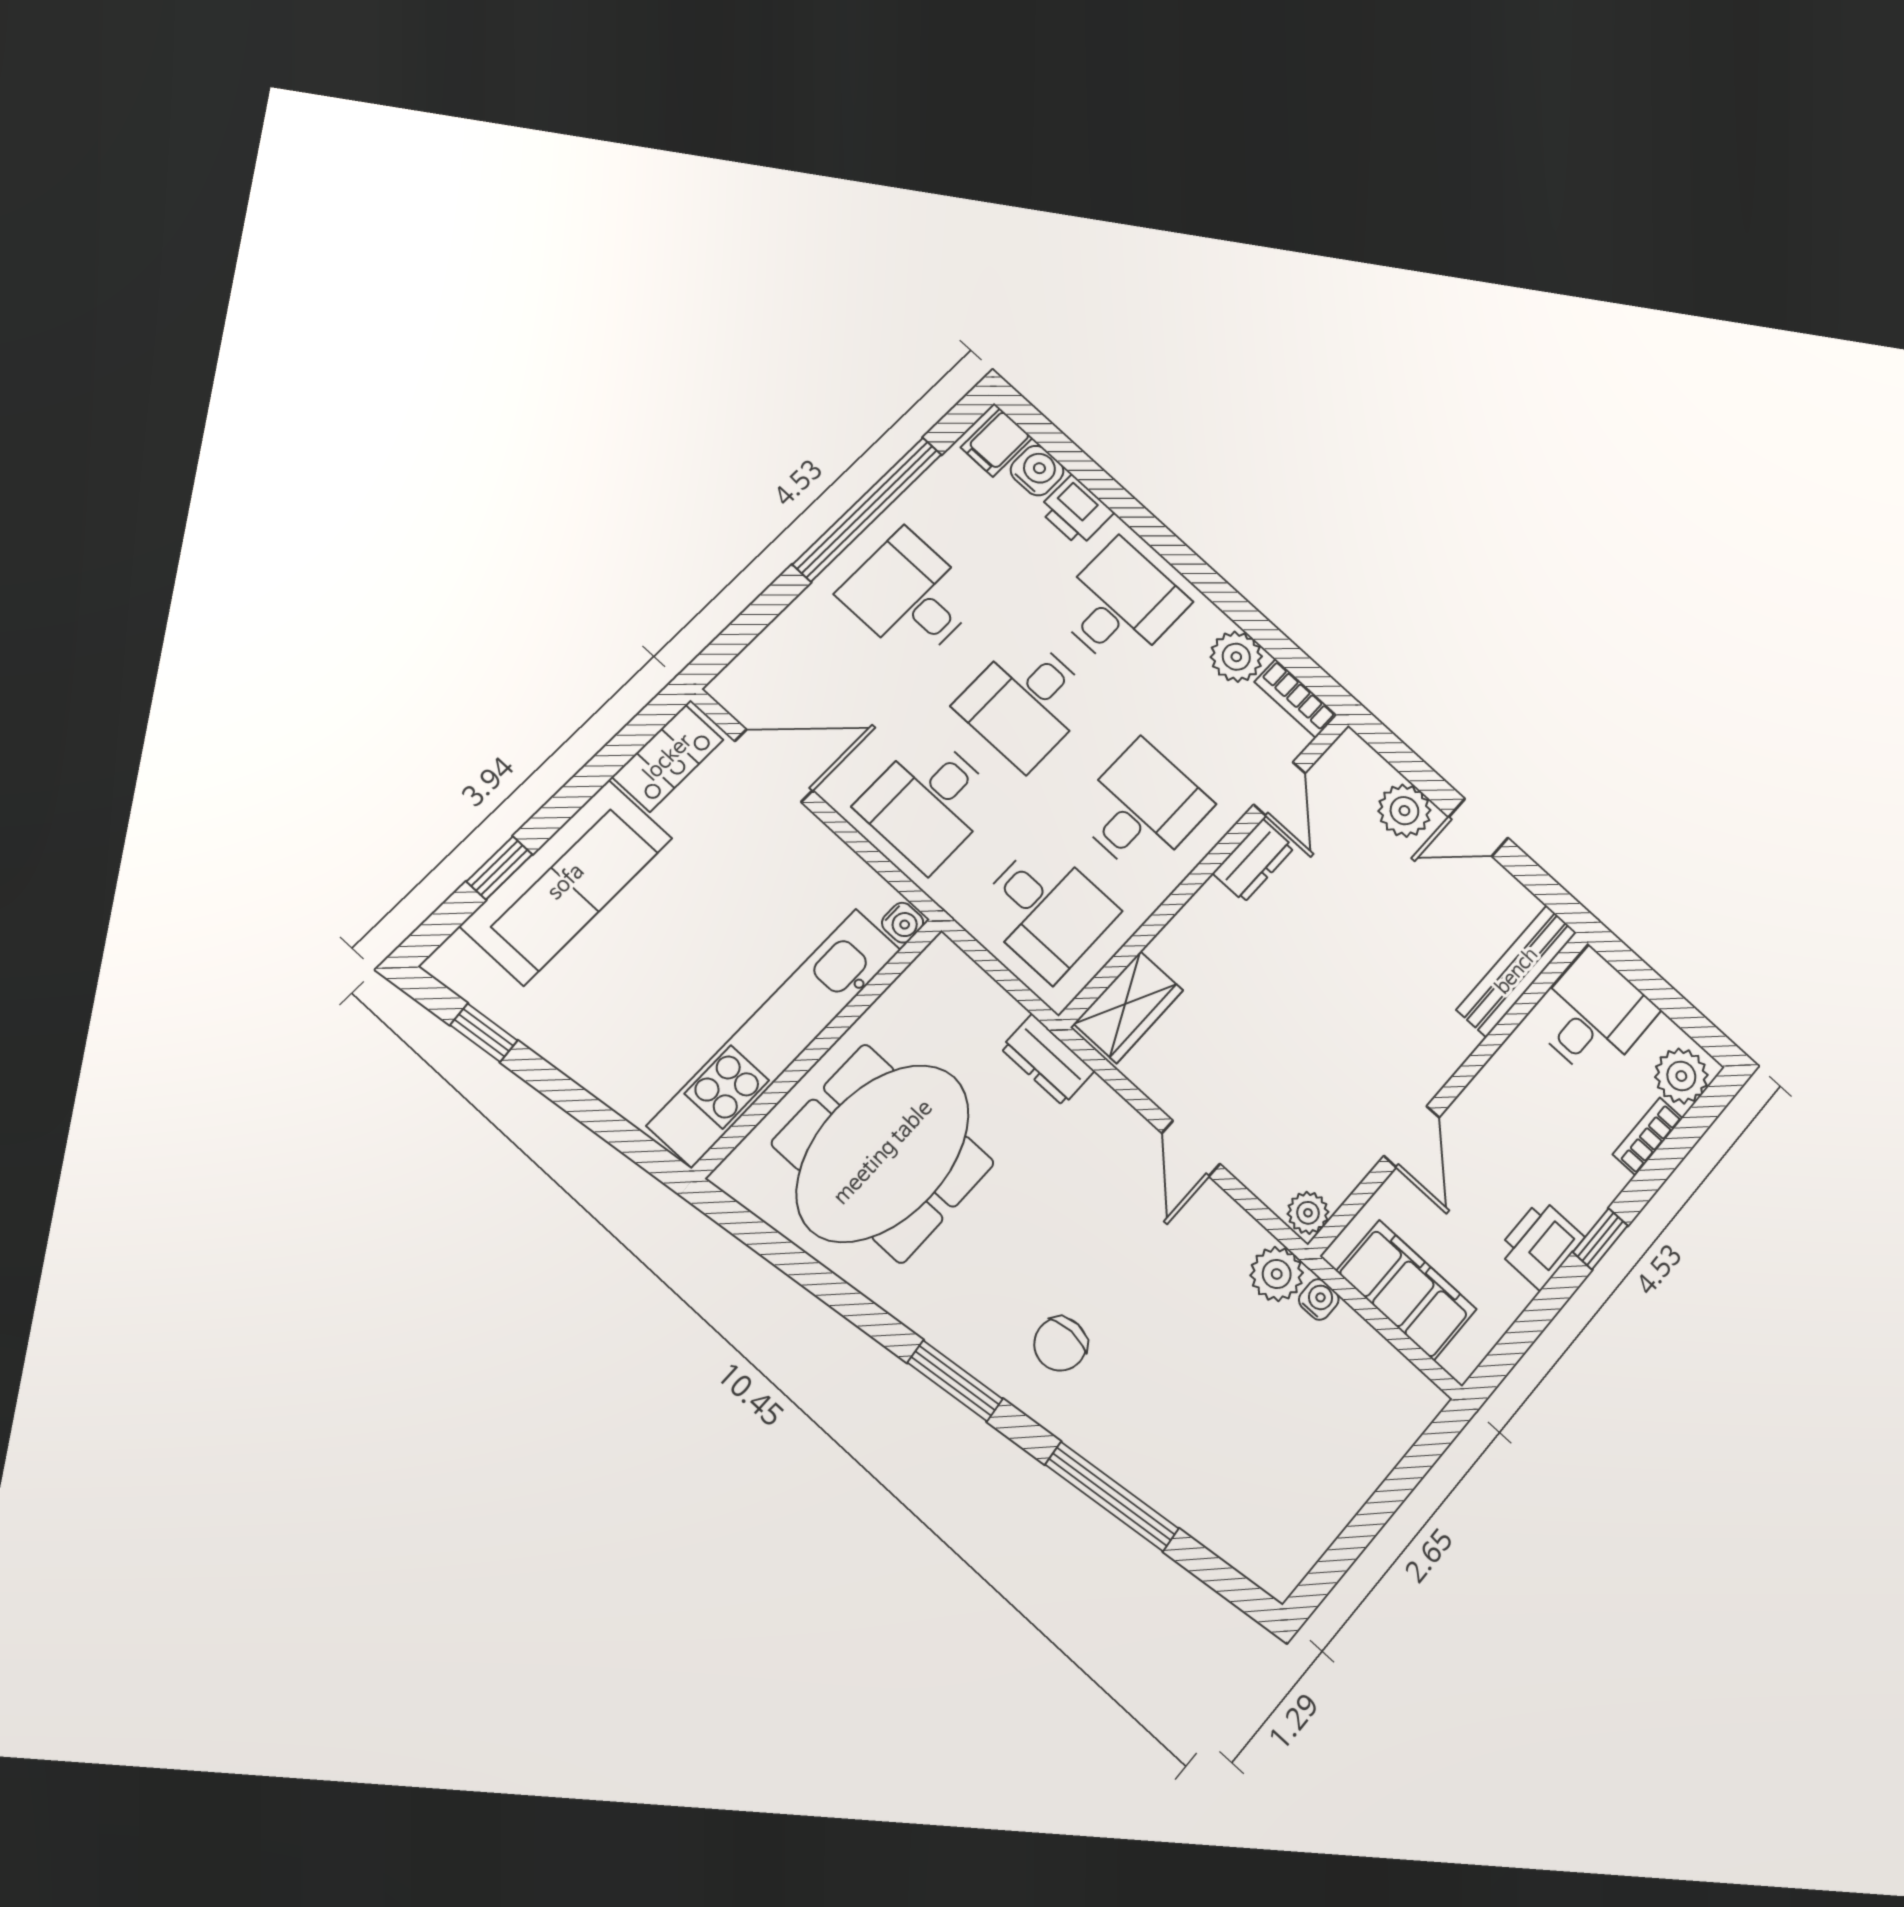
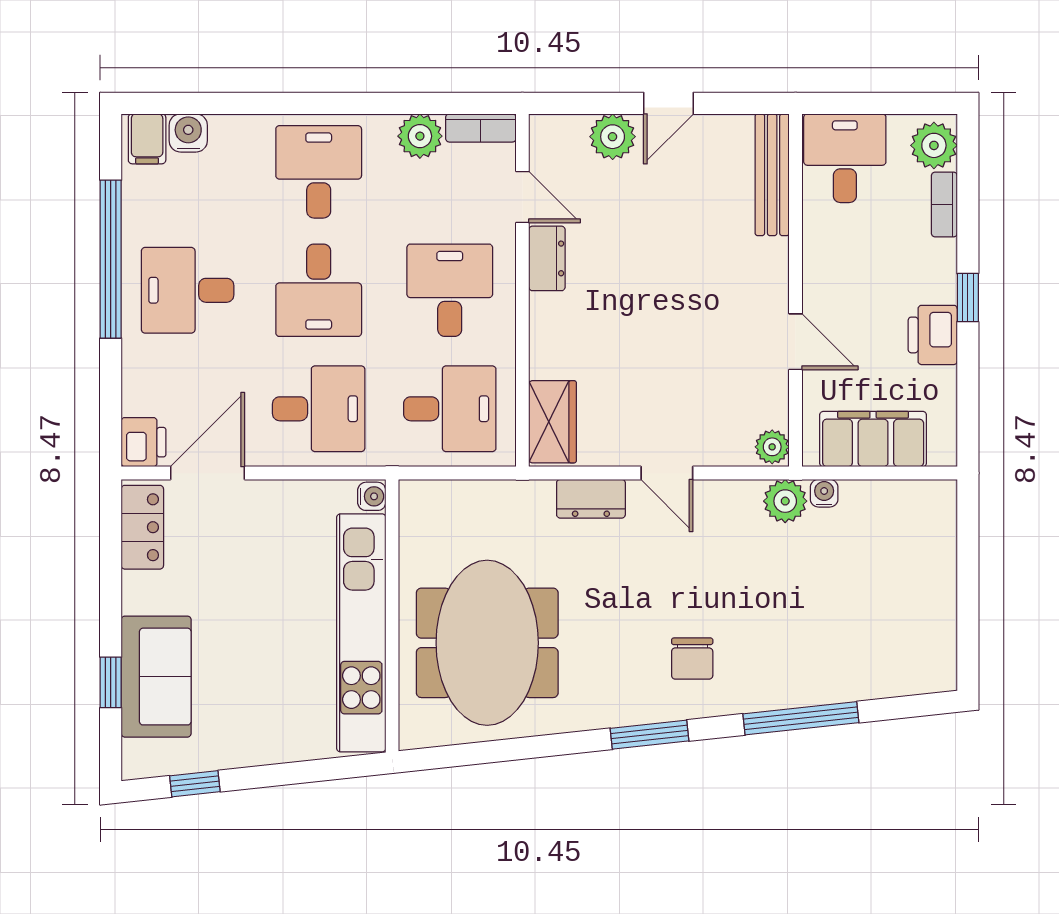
printer: (1076, 511) -> (144, 442), moved, turned -90
desk: (928, 802) -> (319, 409), turned -90
sofa: (566, 882) -> (156, 677), width x0.73
dresser: (1048, 1060) -> (591, 499), moved

